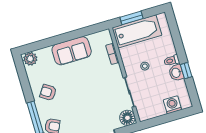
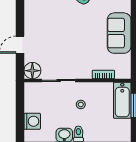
bathtub: (137, 31) -> (122, 100), width x0.73, depth x0.73

